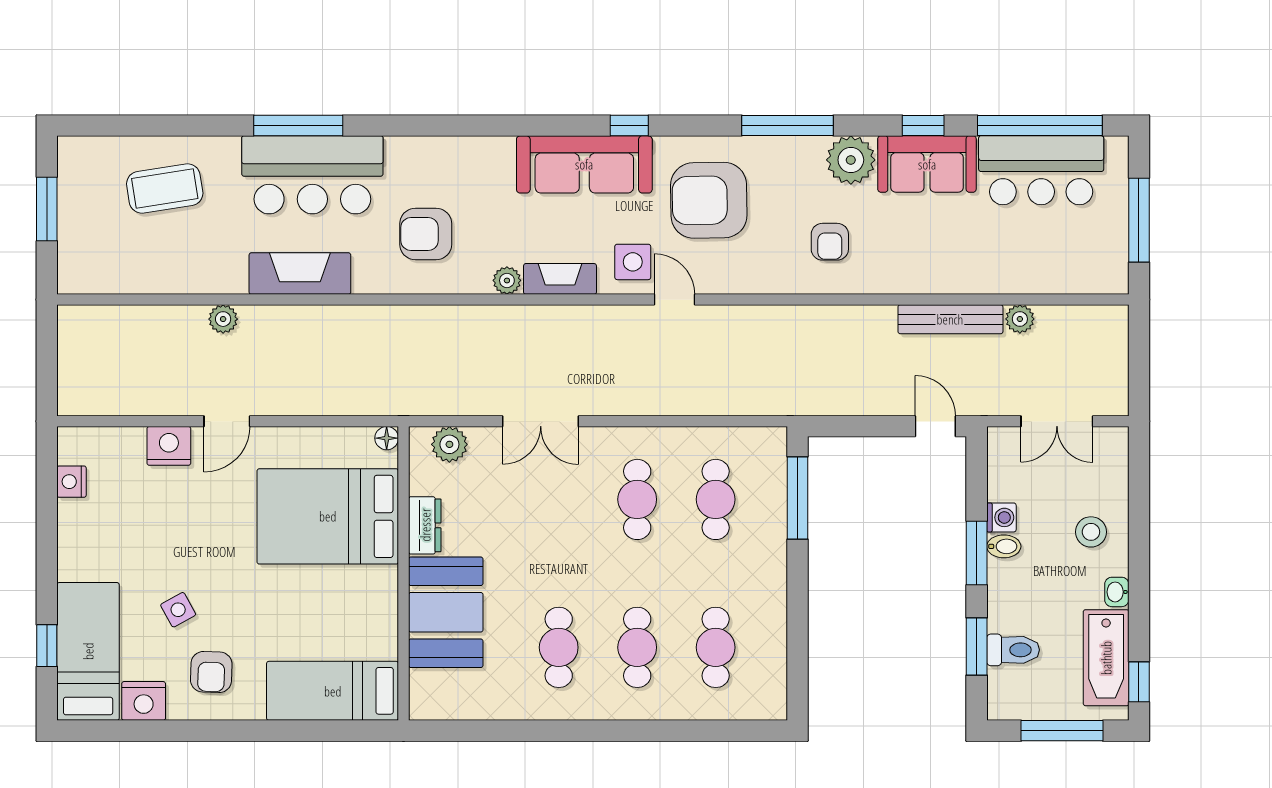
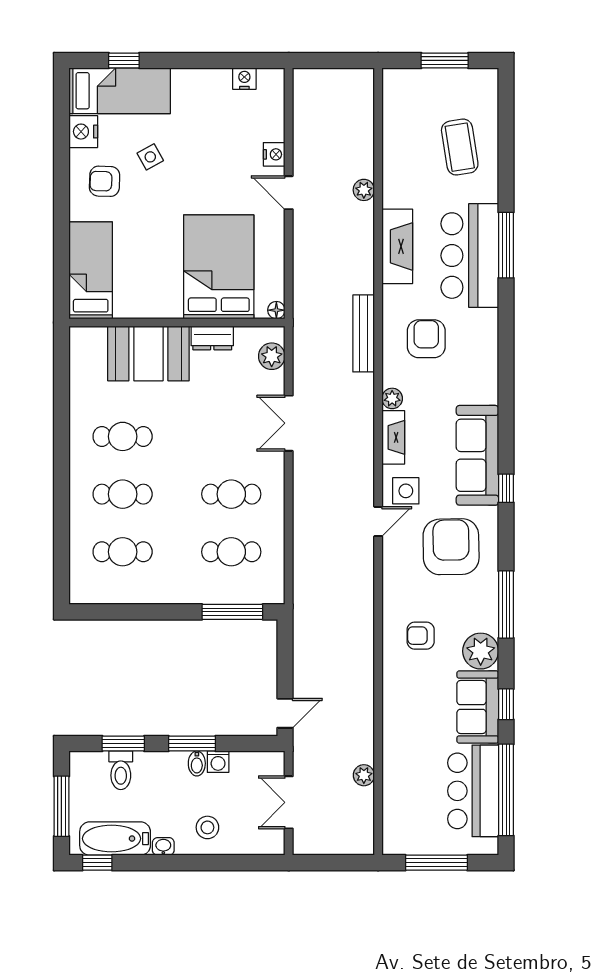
bench: (950, 319) -> (364, 333), moved
nightstand: (169, 446) -> (274, 154), width x0.74, depth x0.75

